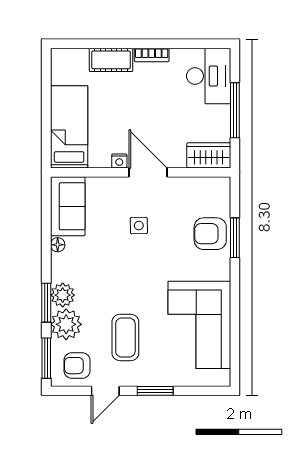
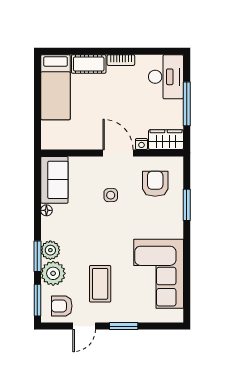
bed: (69, 127) -> (55, 87), moved, turned 180
nightstand: (119, 161) -> (141, 144), moved
armchair: (210, 234) -> (155, 184), moved, turned 90

